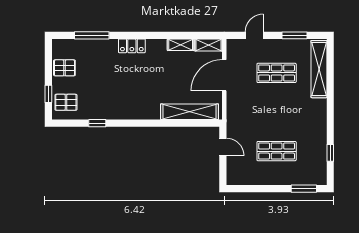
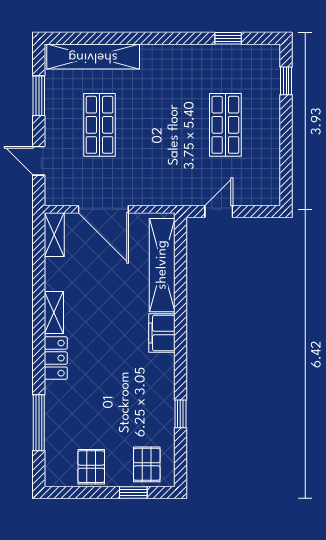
shelving: (181, 45) -> (54, 313), moved
filing cabinet: (147, 112) -> (162, 333), added
window: (304, 189) -> (286, 81), width x0.67

